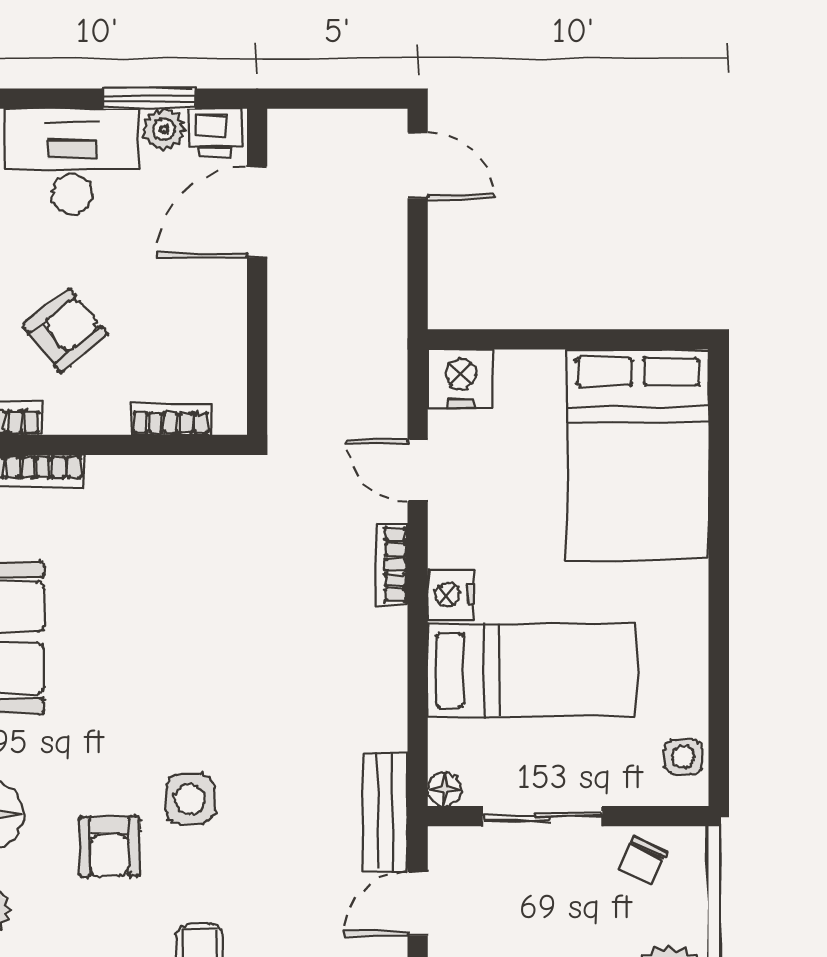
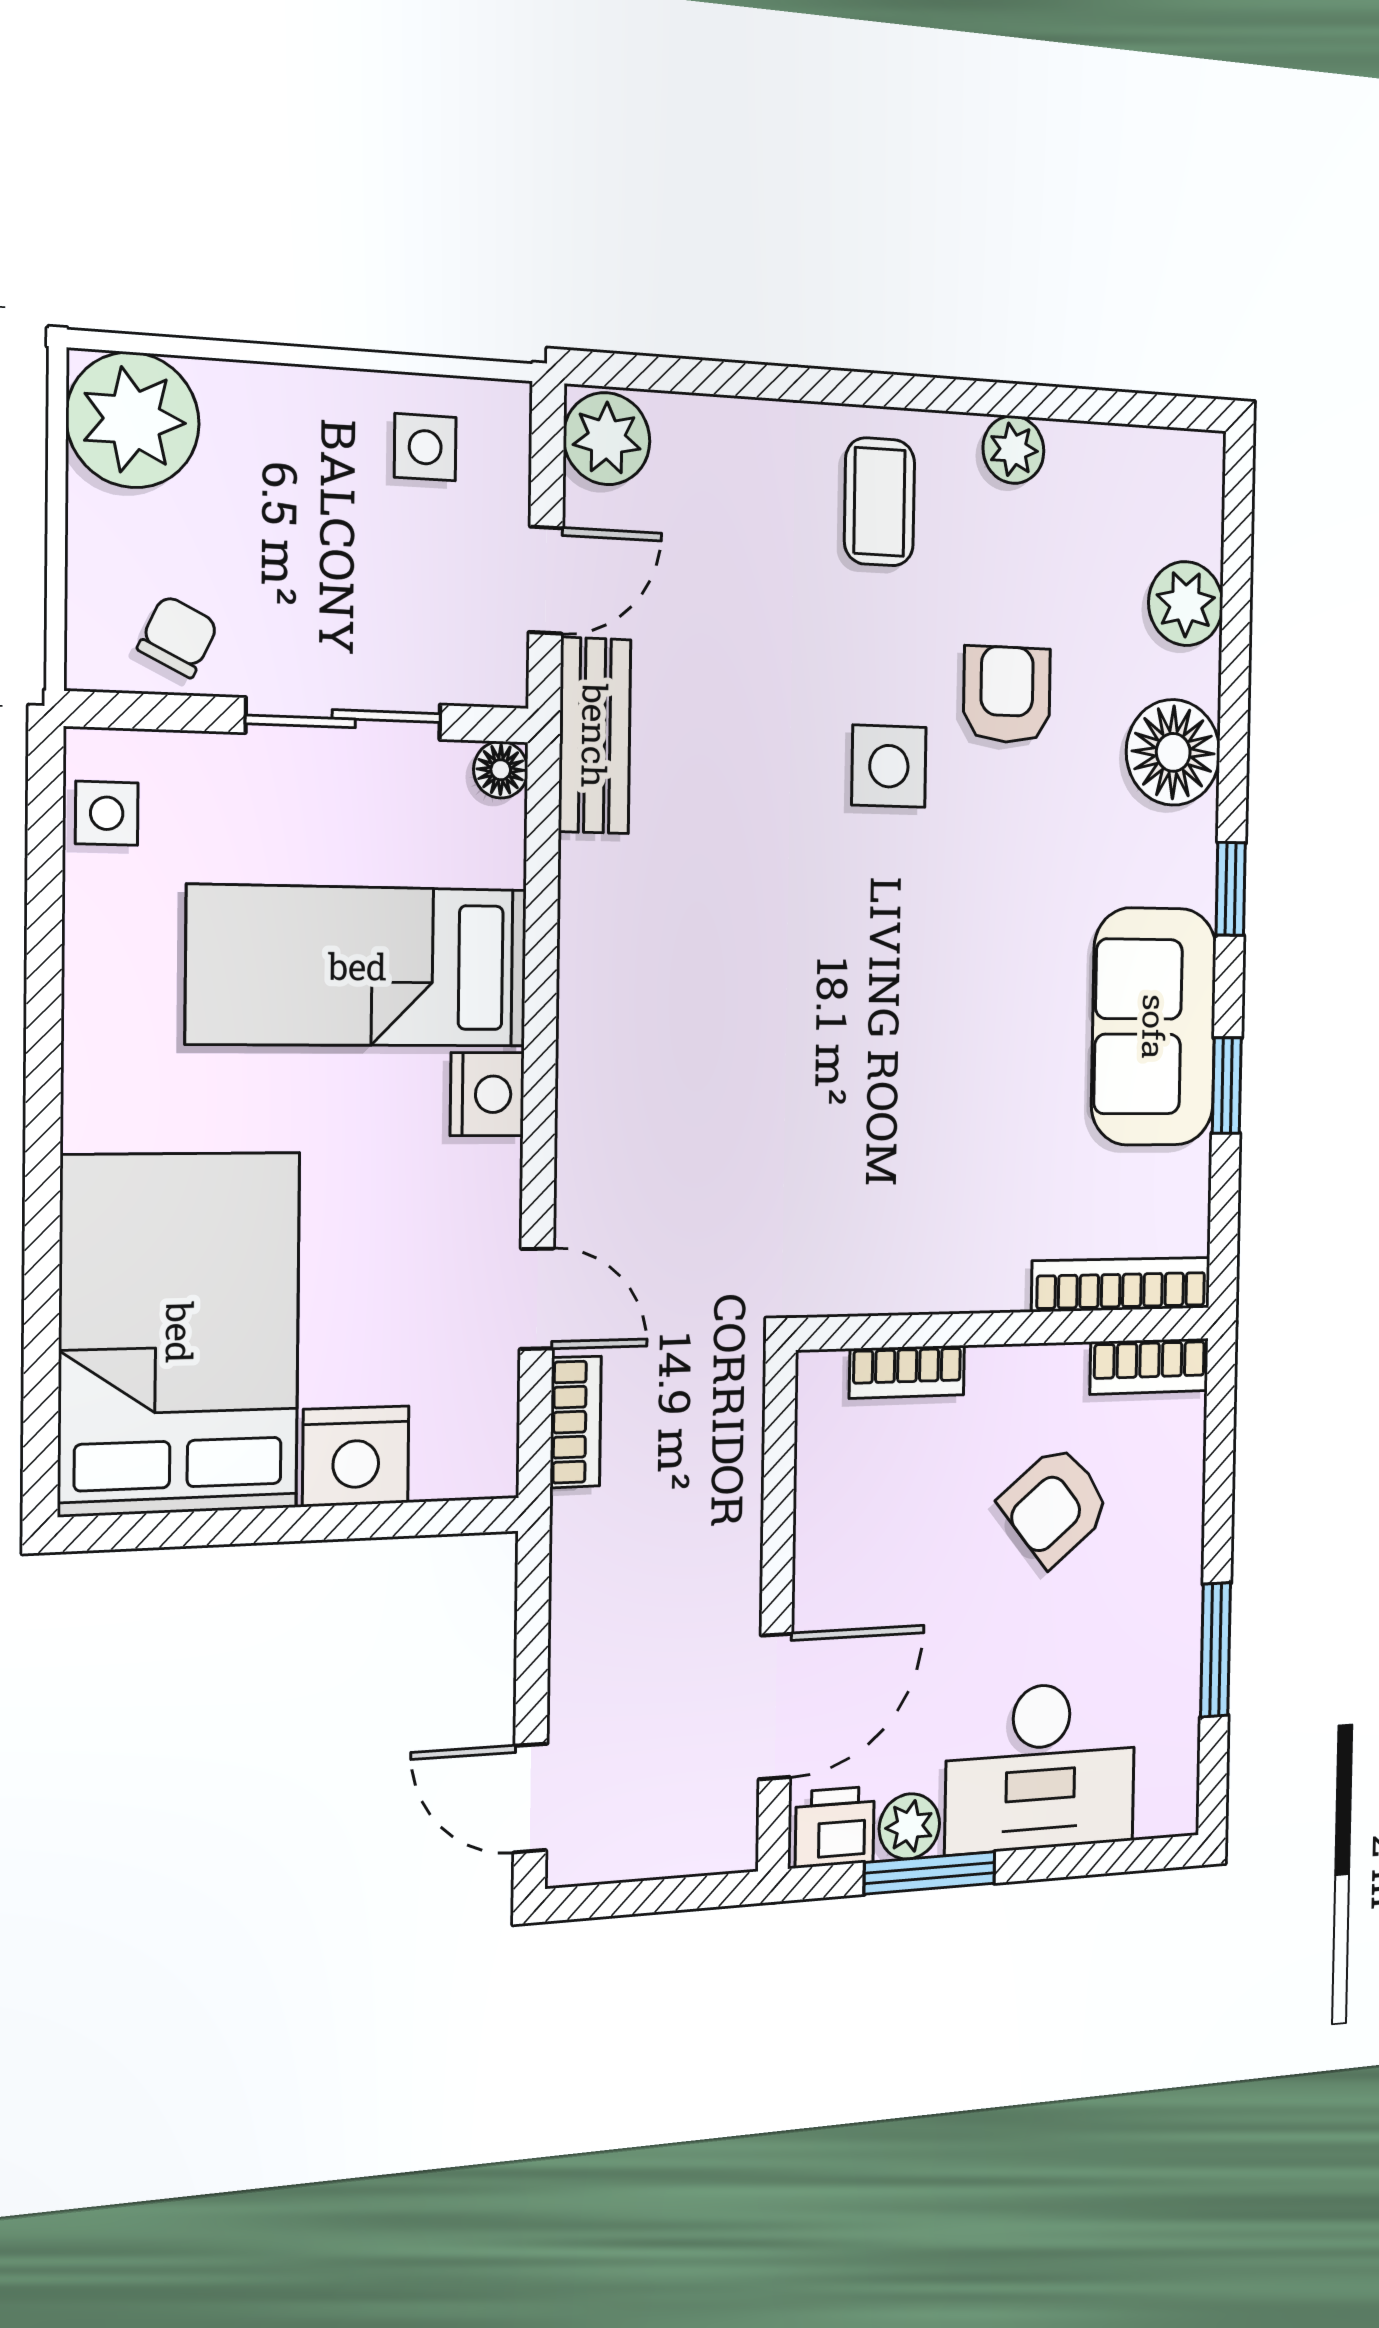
nightstand: (461, 379) -> (356, 1456), moved
bookcase: (392, 565) -> (576, 1422), moved

